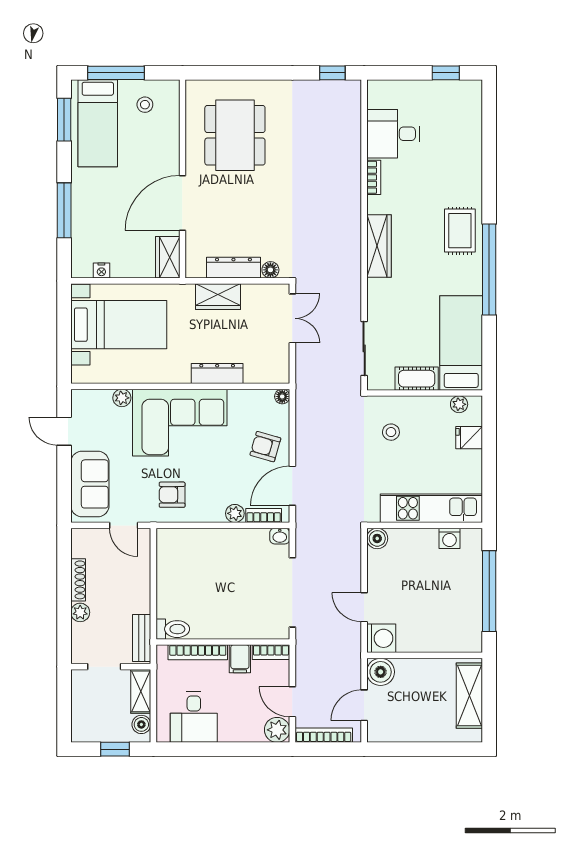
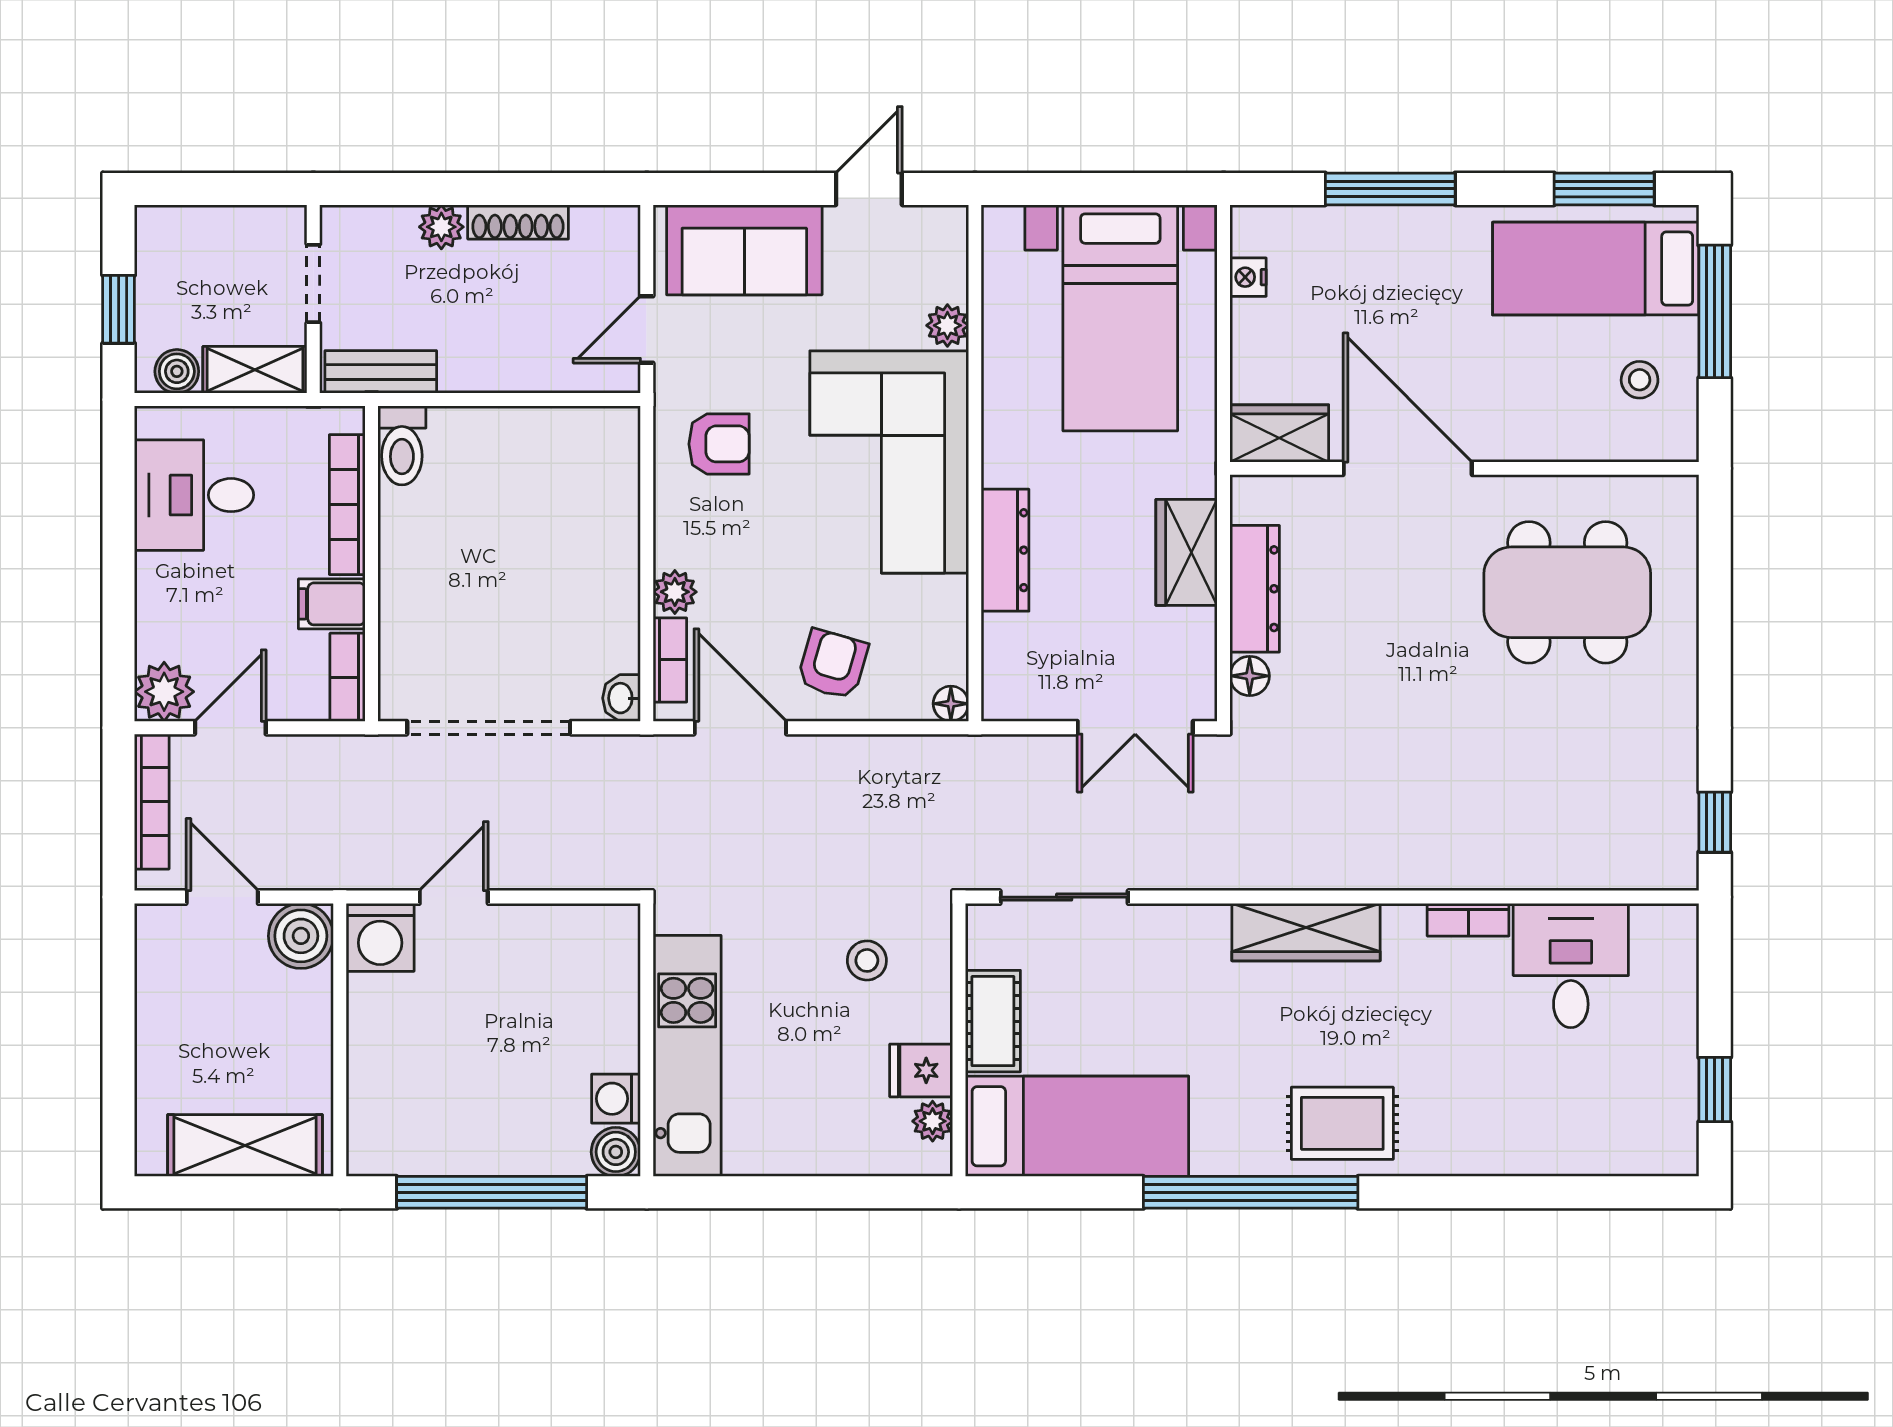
fridge: (469, 438) -> (921, 1070), moved, turned -90
armchair: (172, 495) -> (719, 444), turned 90
boiler: (377, 538) -> (616, 1152), moved

